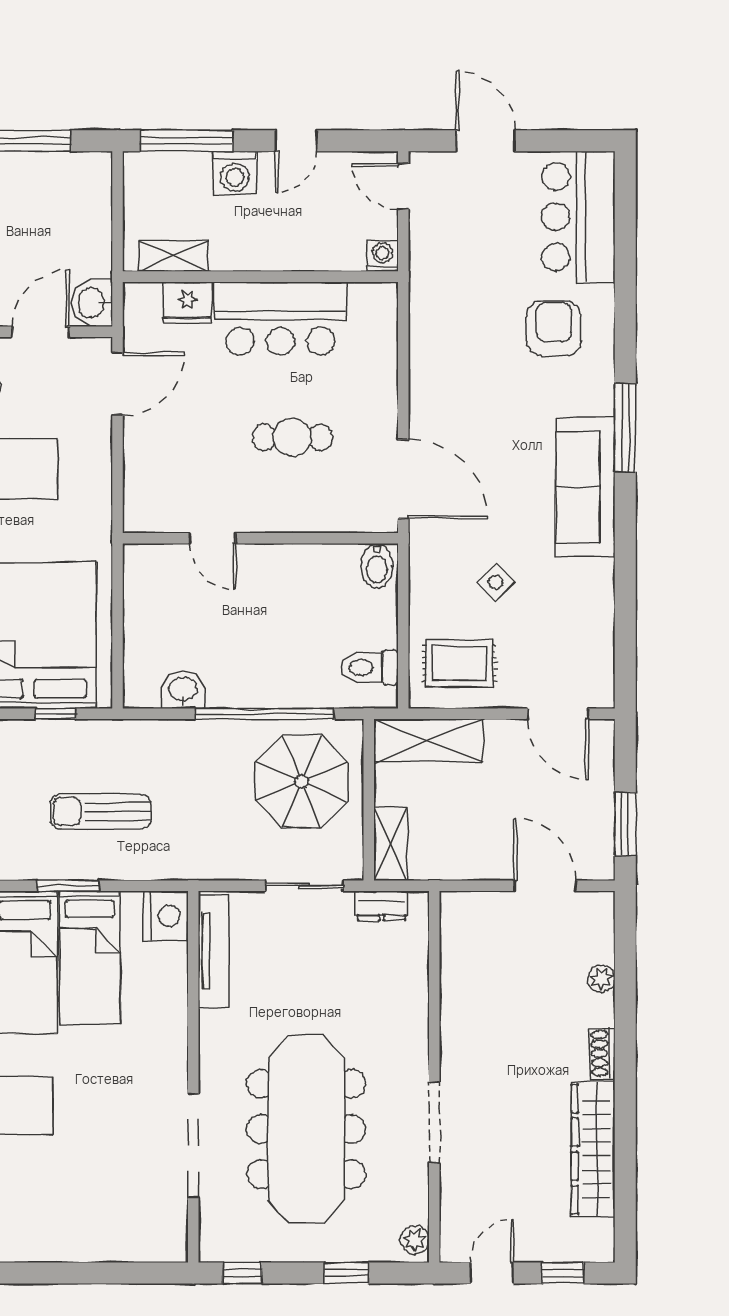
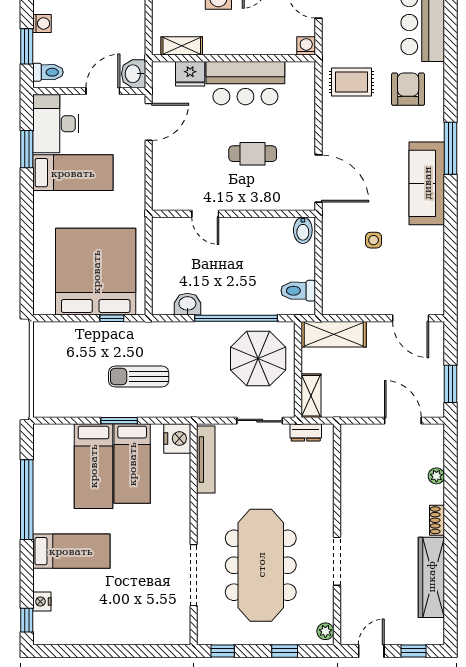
side table: (496, 582) -> (374, 240), turned 45
rug: (459, 664) -> (351, 82), moved

